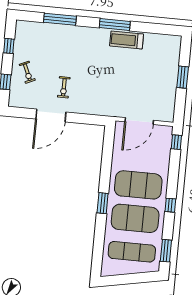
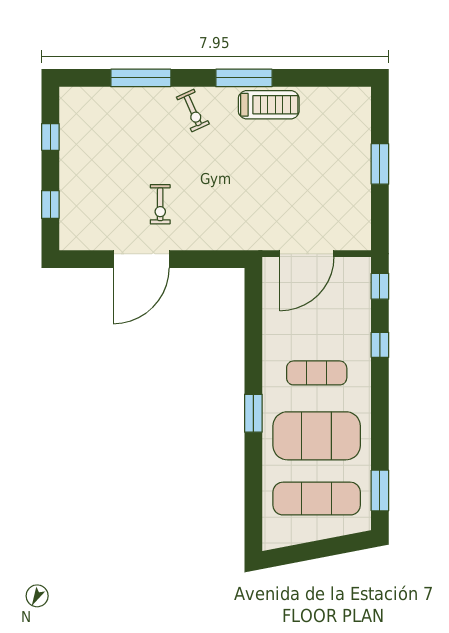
treadmill: (127, 40) -> (269, 105), turned 180
exercise bike: (27, 72) -> (193, 111), moved
exercise mat: (138, 185) -> (317, 373), width x0.50, depth x0.69
window: (170, 205) -> (380, 345), moved

